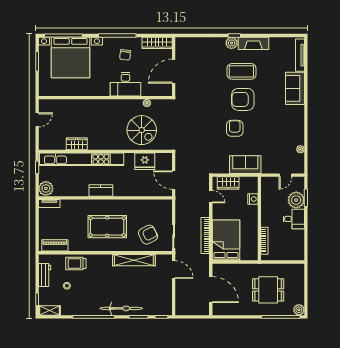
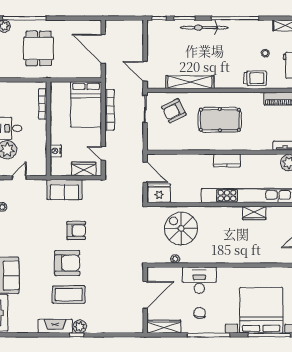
armchair: (235, 128) -> (76, 230), turned -90
fridge: (145, 161) -> (159, 193), moved
dining table: (268, 290) -> (39, 48), turned 90

